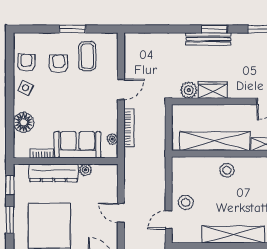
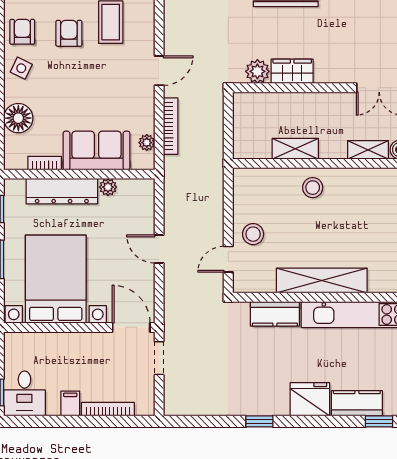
shelving: (215, 141) -> (295, 149), width x0.45, depth x0.75

